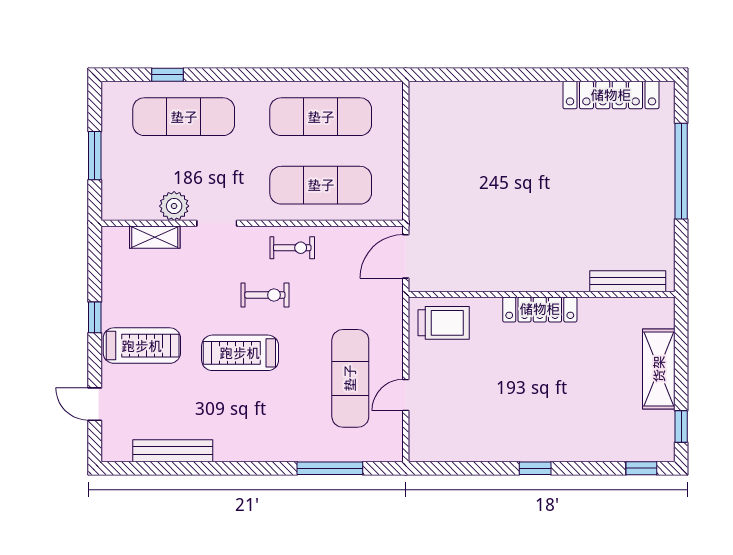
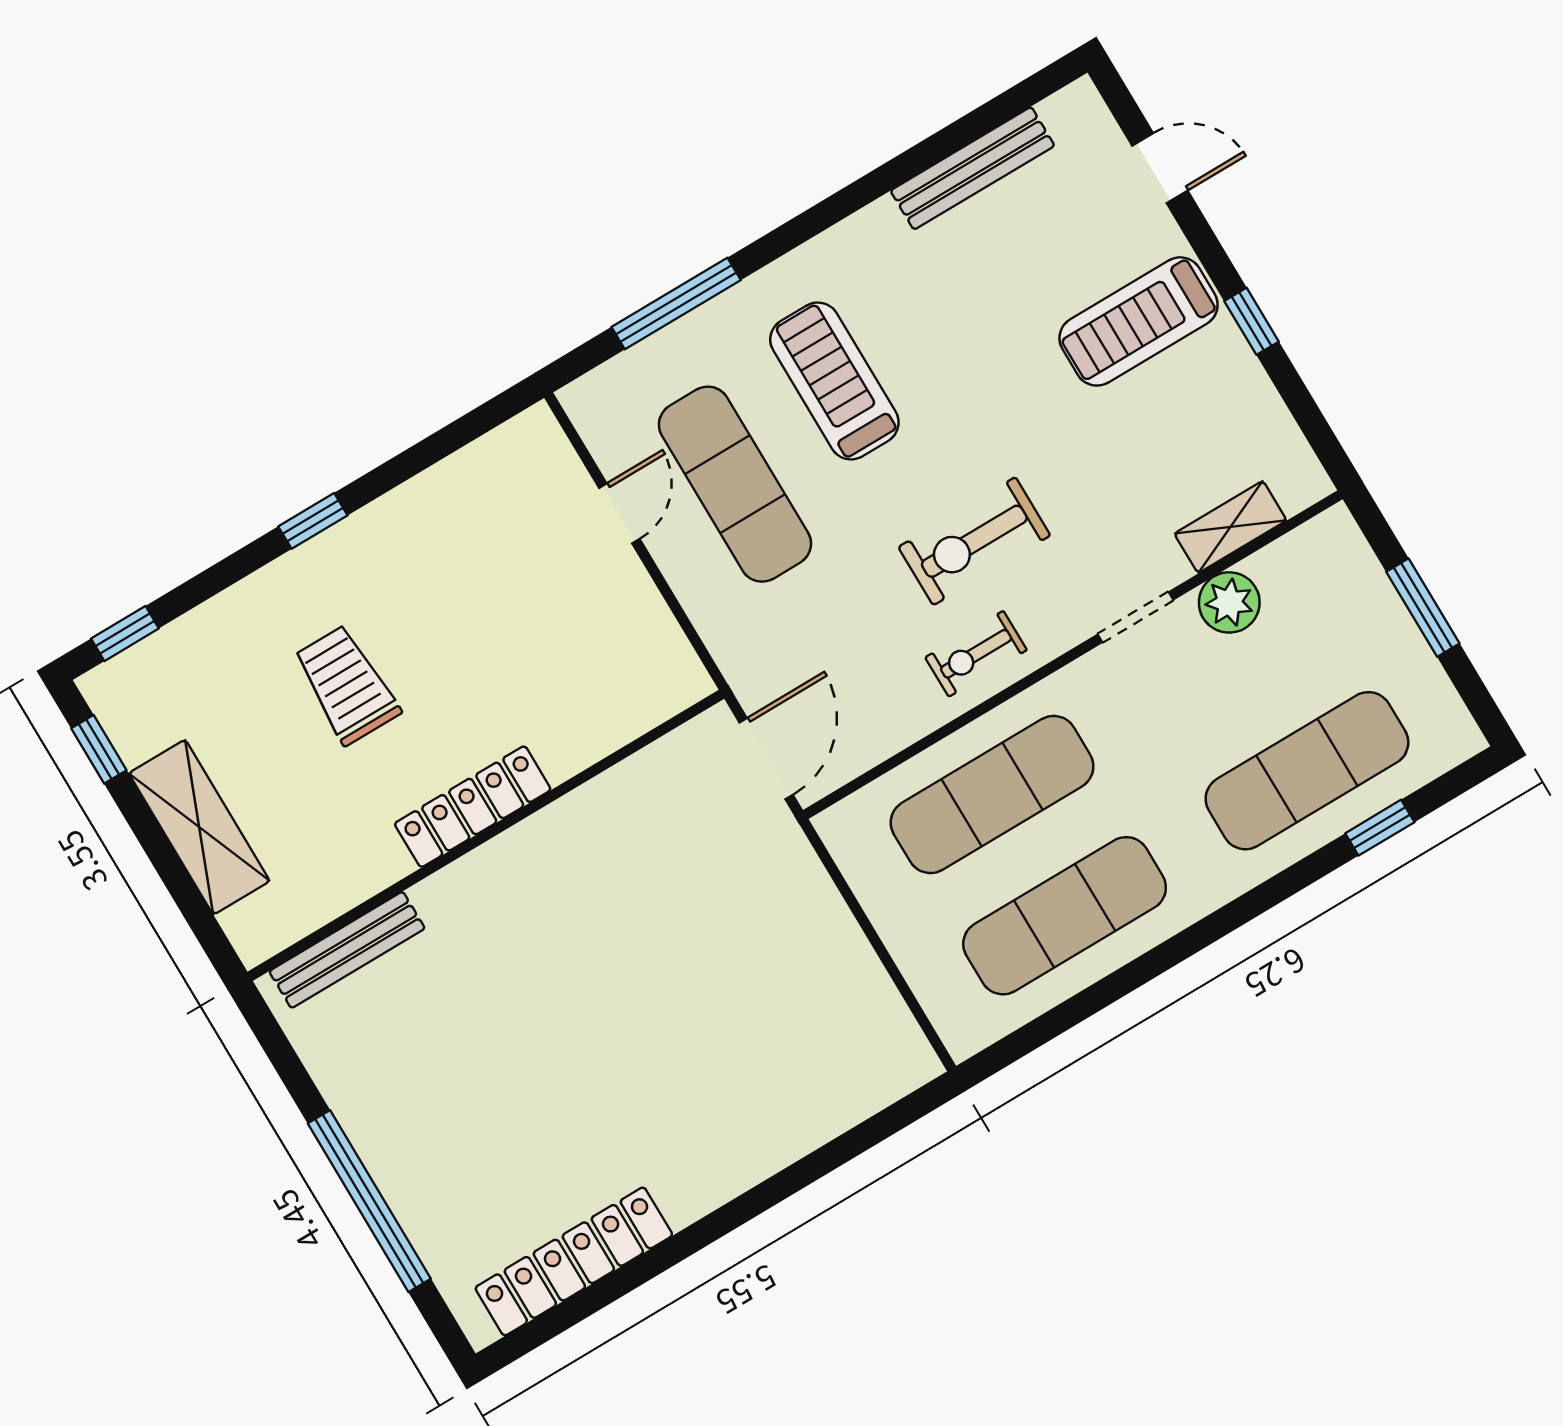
exercise bike: (265, 295) -> (974, 541), width x1.38, depth x1.39
trolley: (444, 323) -> (347, 685), moved, turned 90
treadmill: (240, 353) -> (834, 381), moved, turned -90

